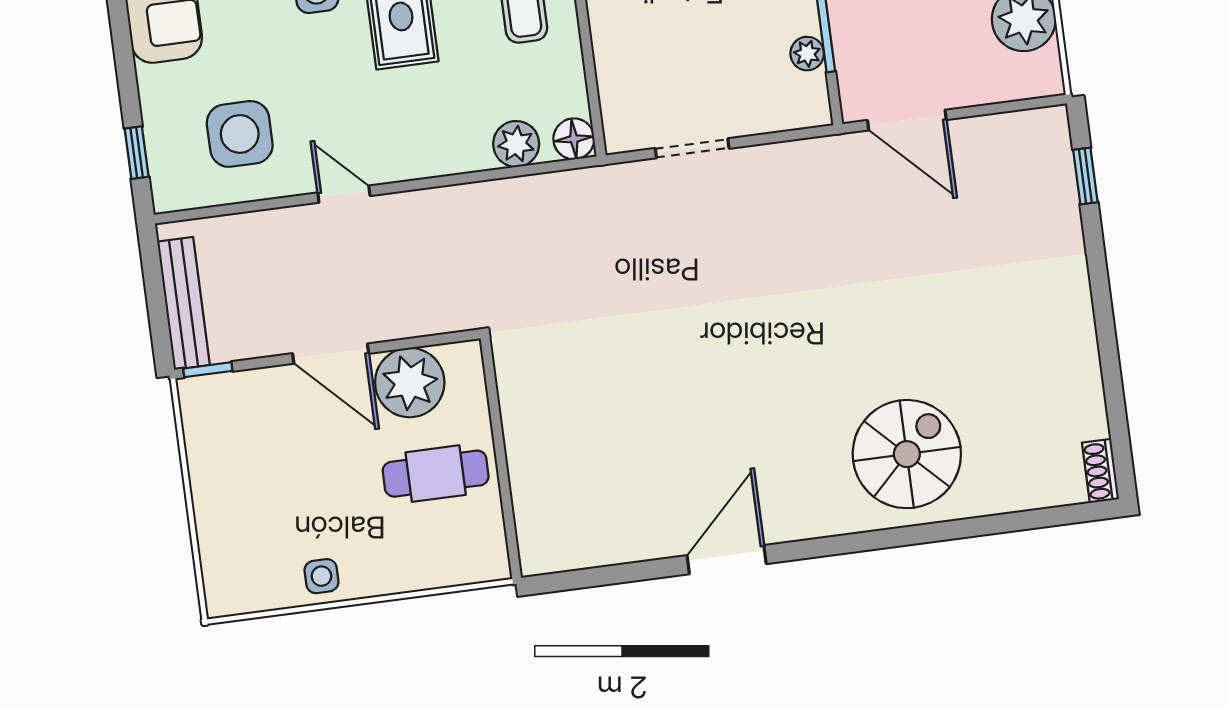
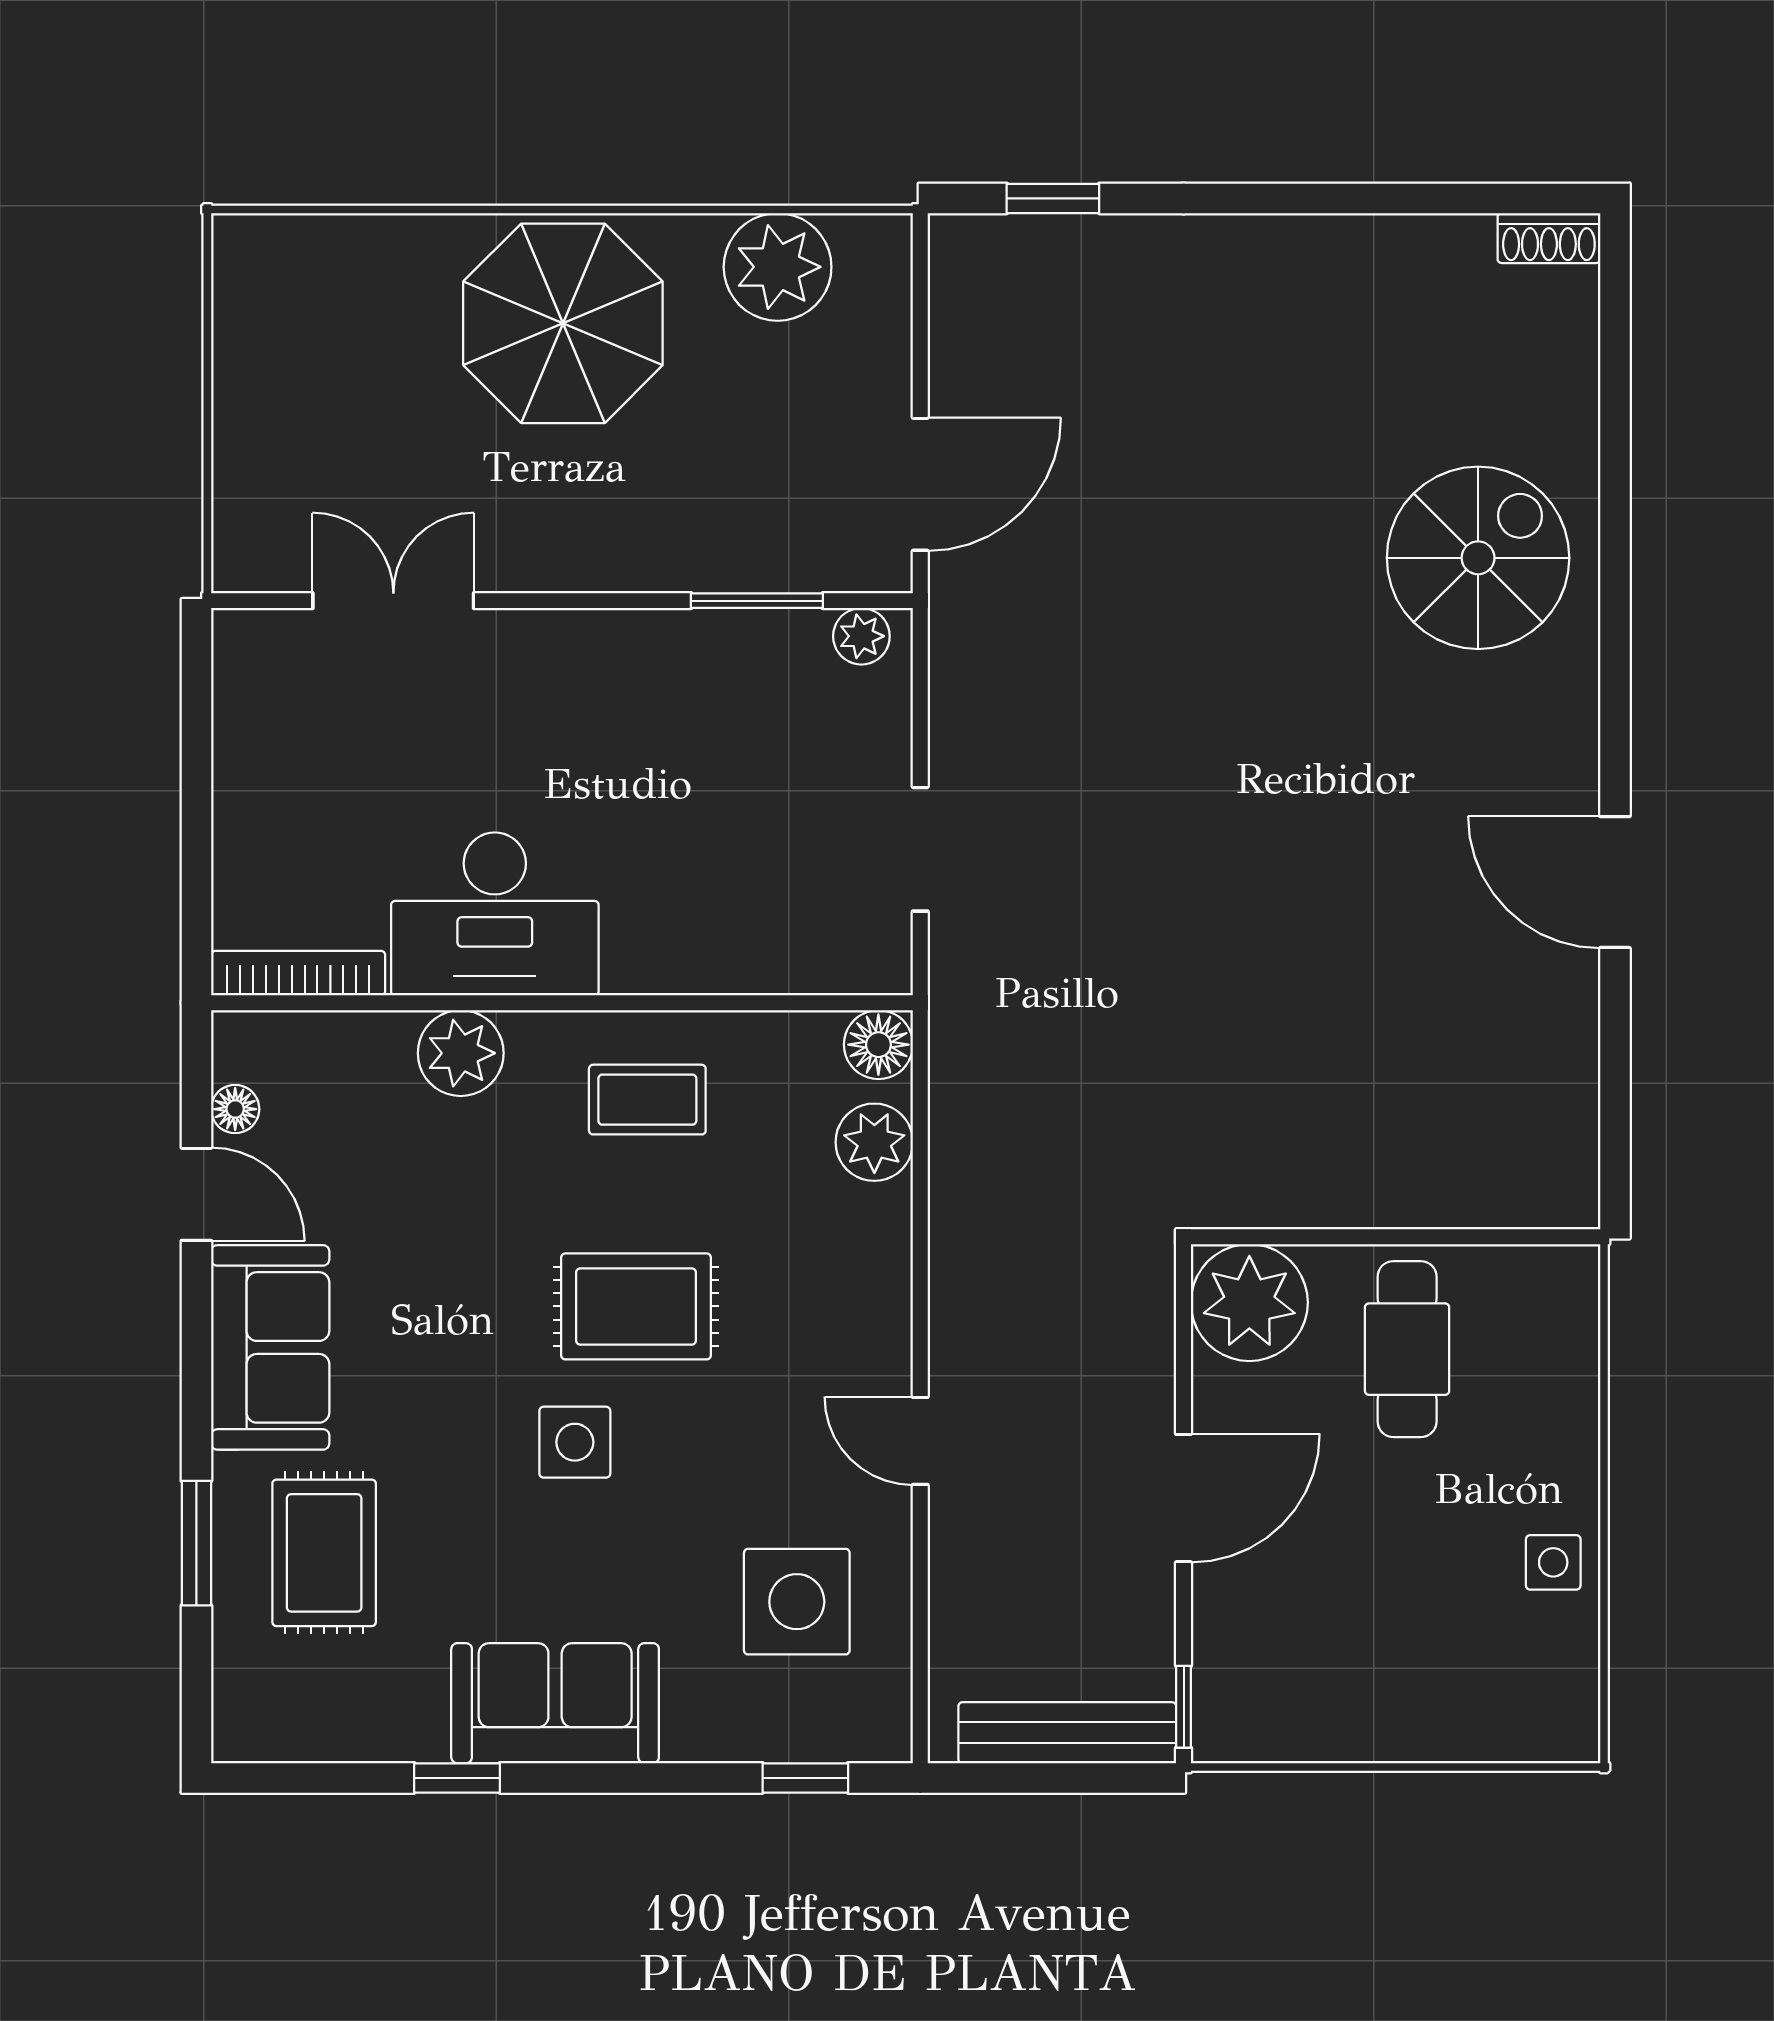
plant: (807, 54) -> (861, 636), moved
door: (344, 194) -> (920, 1441), hinge flipped
plant: (410, 383) -> (1249, 1303), moved
spiral stairs: (907, 454) -> (1478, 558), turned 90

